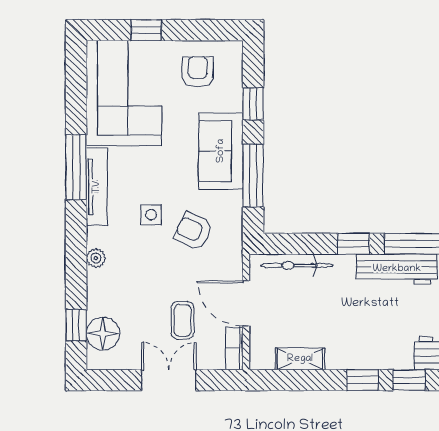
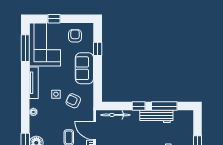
window: (76, 167) -> (25, 48), moved
window: (253, 176) -> (98, 78), removed

